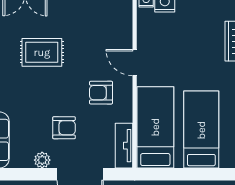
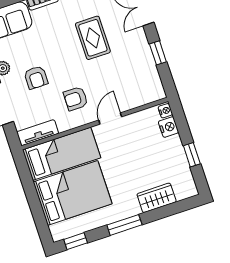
armchair: (101, 93) -> (76, 99), turned -90
bed: (201, 130) -> (73, 193), width x1.50

